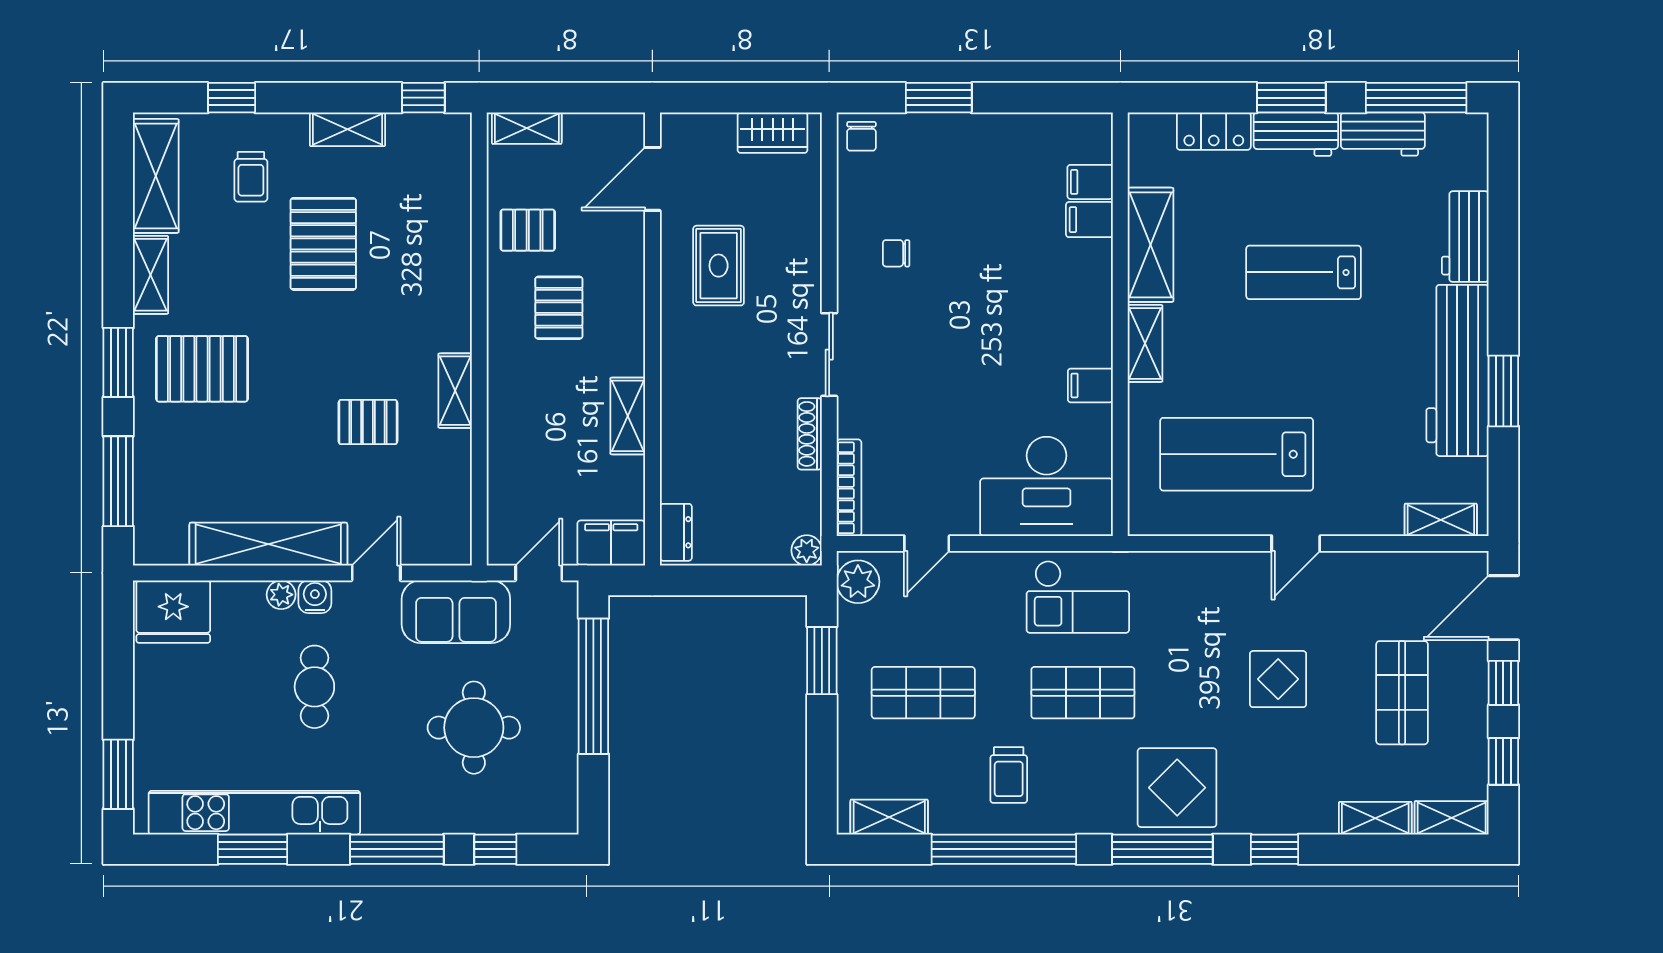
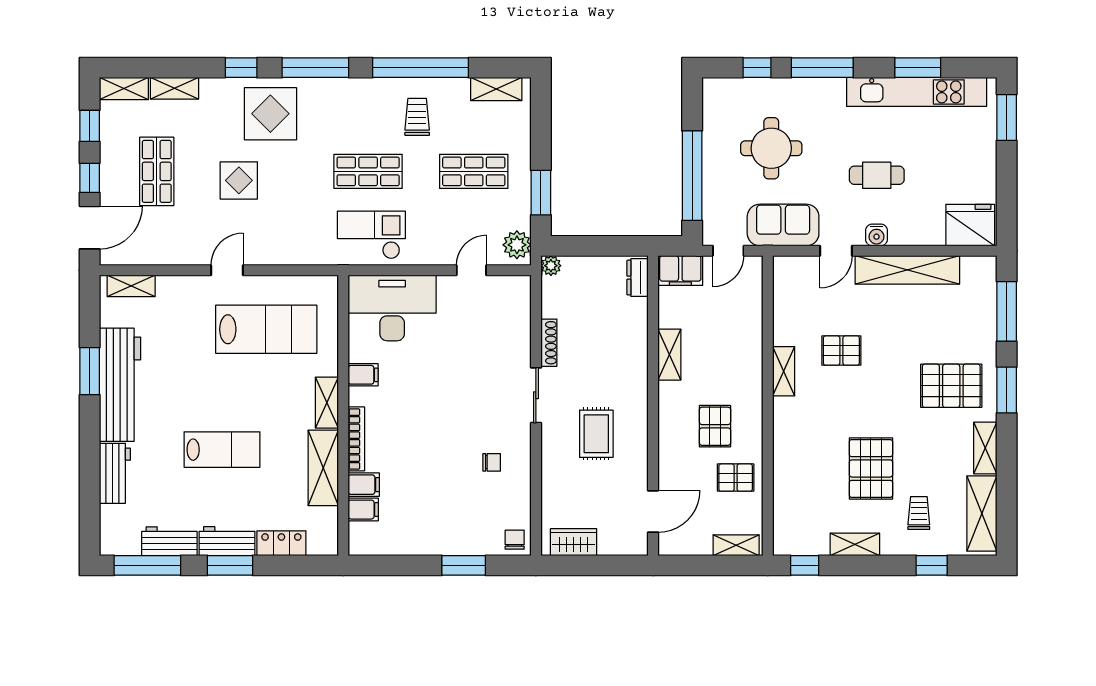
rug: (719, 266) -> (596, 434), moved
bookcase: (849, 488) -> (356, 439), moved, turned 180
plant: (281, 595) -> (899, 236), removed
cafe table: (314, 687) -> (877, 175), turned 90
display table: (1177, 788) -> (270, 114), moved

